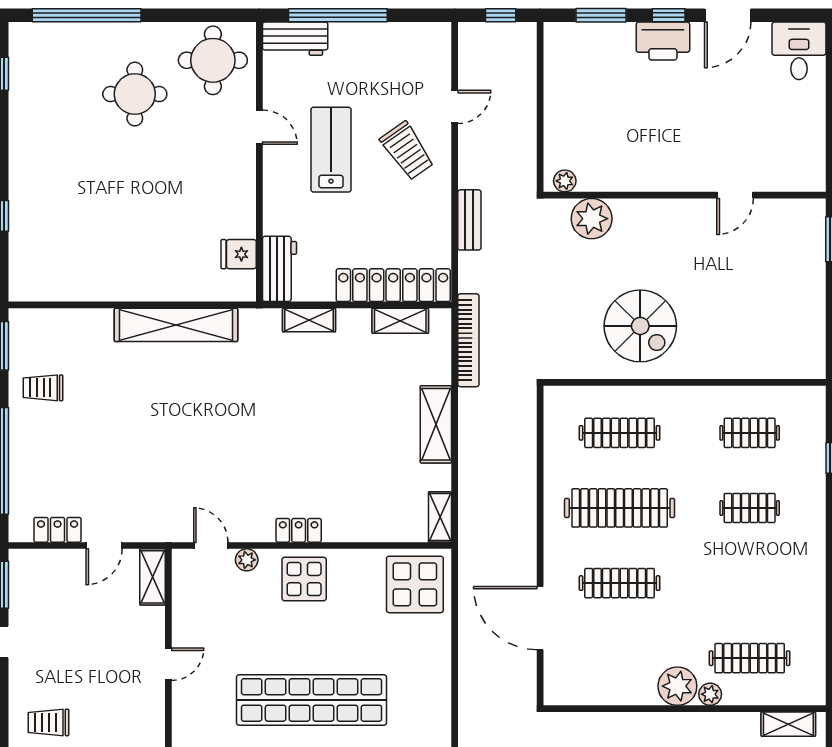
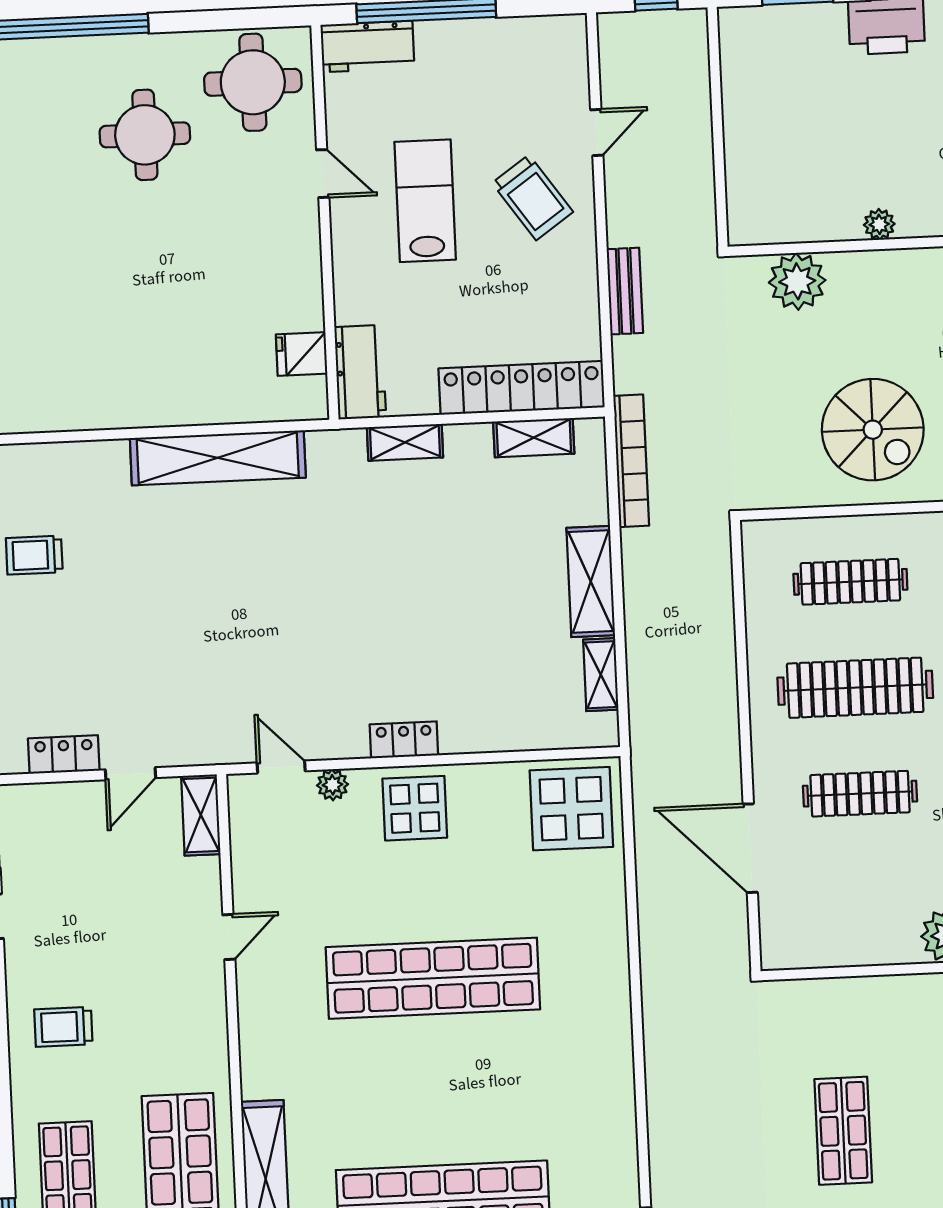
plant: (565, 181) -> (879, 224), moved
shelving: (440, 517) -> (601, 675), moved

